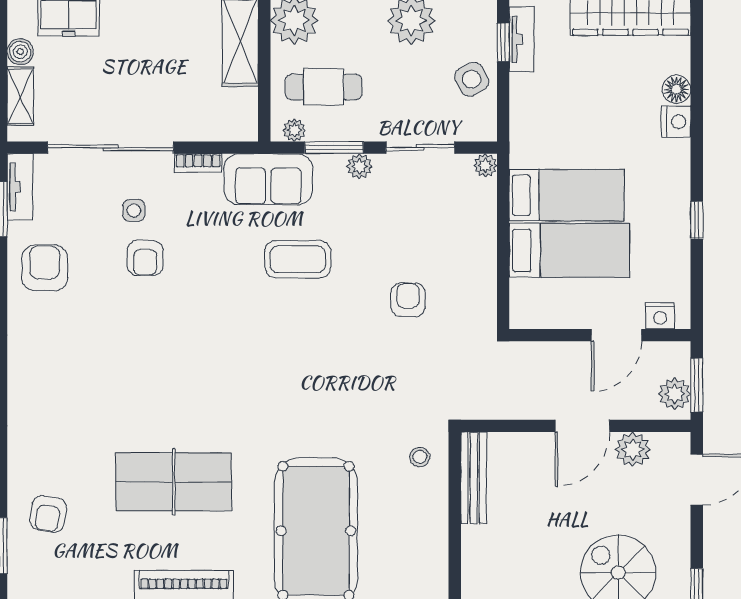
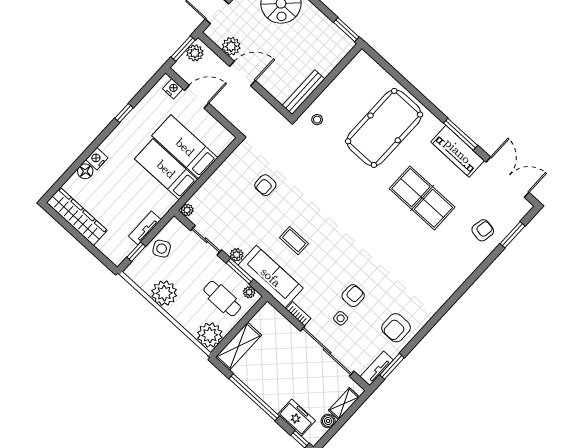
tv unit: (522, 39) -> (145, 228), moved
sofa: (268, 179) -> (271, 277), width x1.36
coffee table: (298, 259) -> (294, 241), width x0.73, depth x0.77

